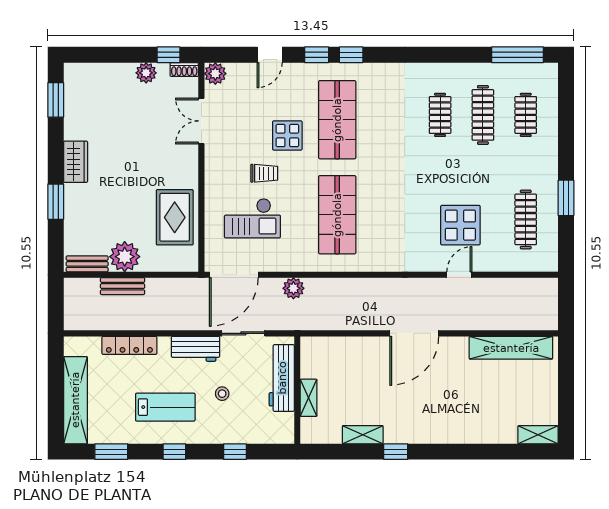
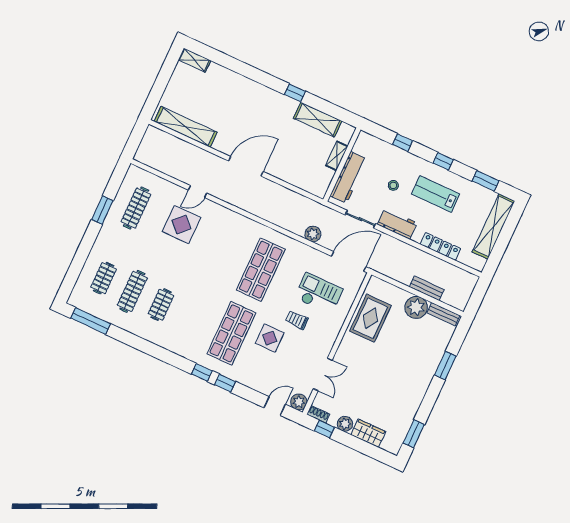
door: (270, 55) -> (275, 406), moved
wardrobe: (76, 162) -> (368, 433), moved, turned 90
shelving: (363, 435) -> (318, 120), width x1.50, depth x1.33

